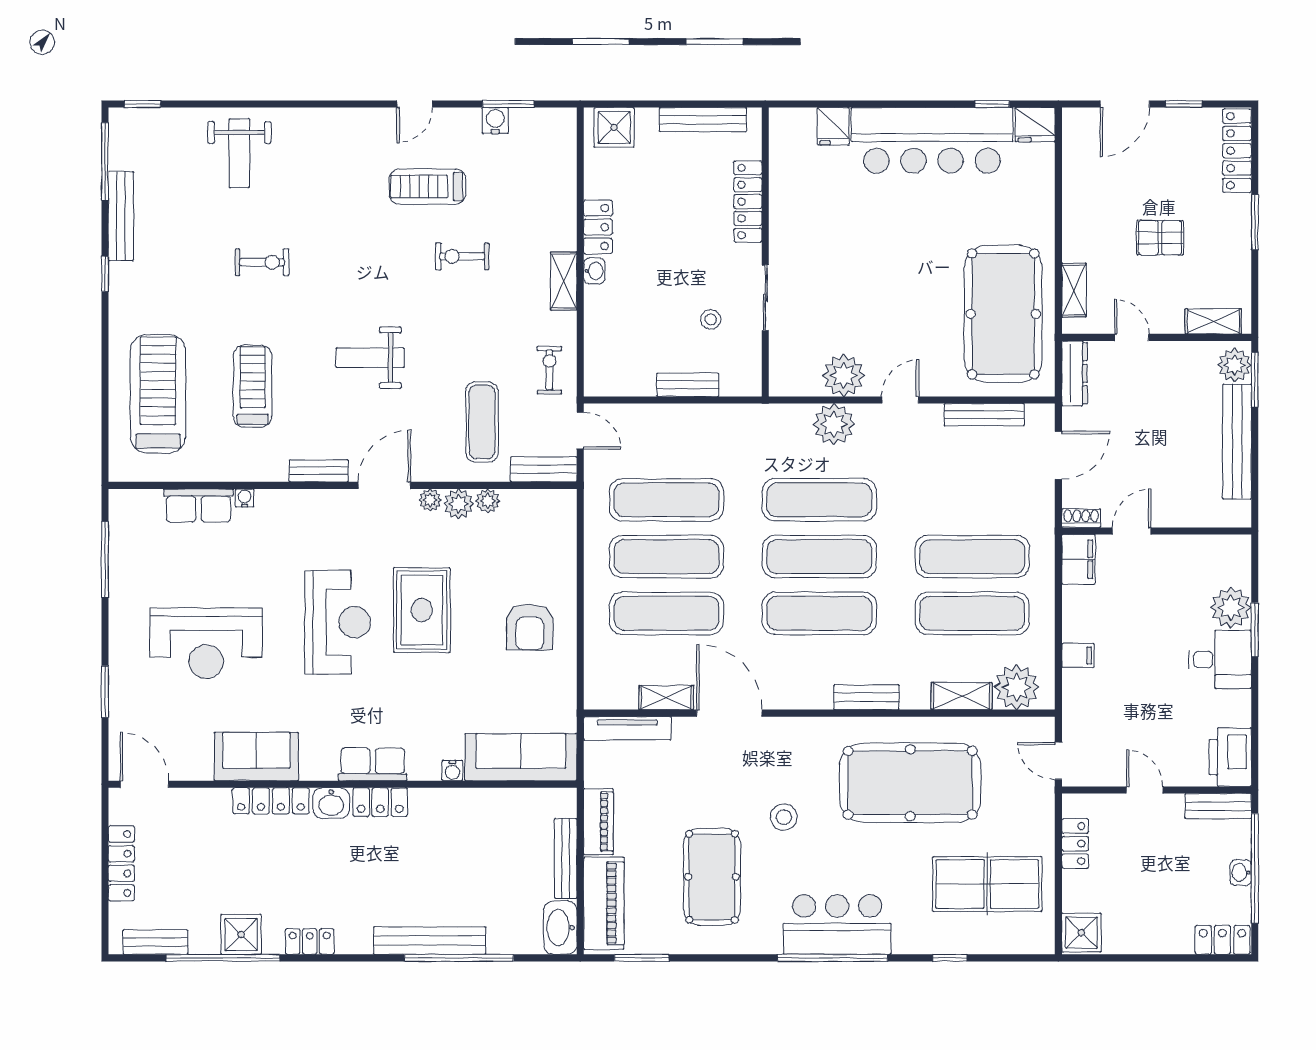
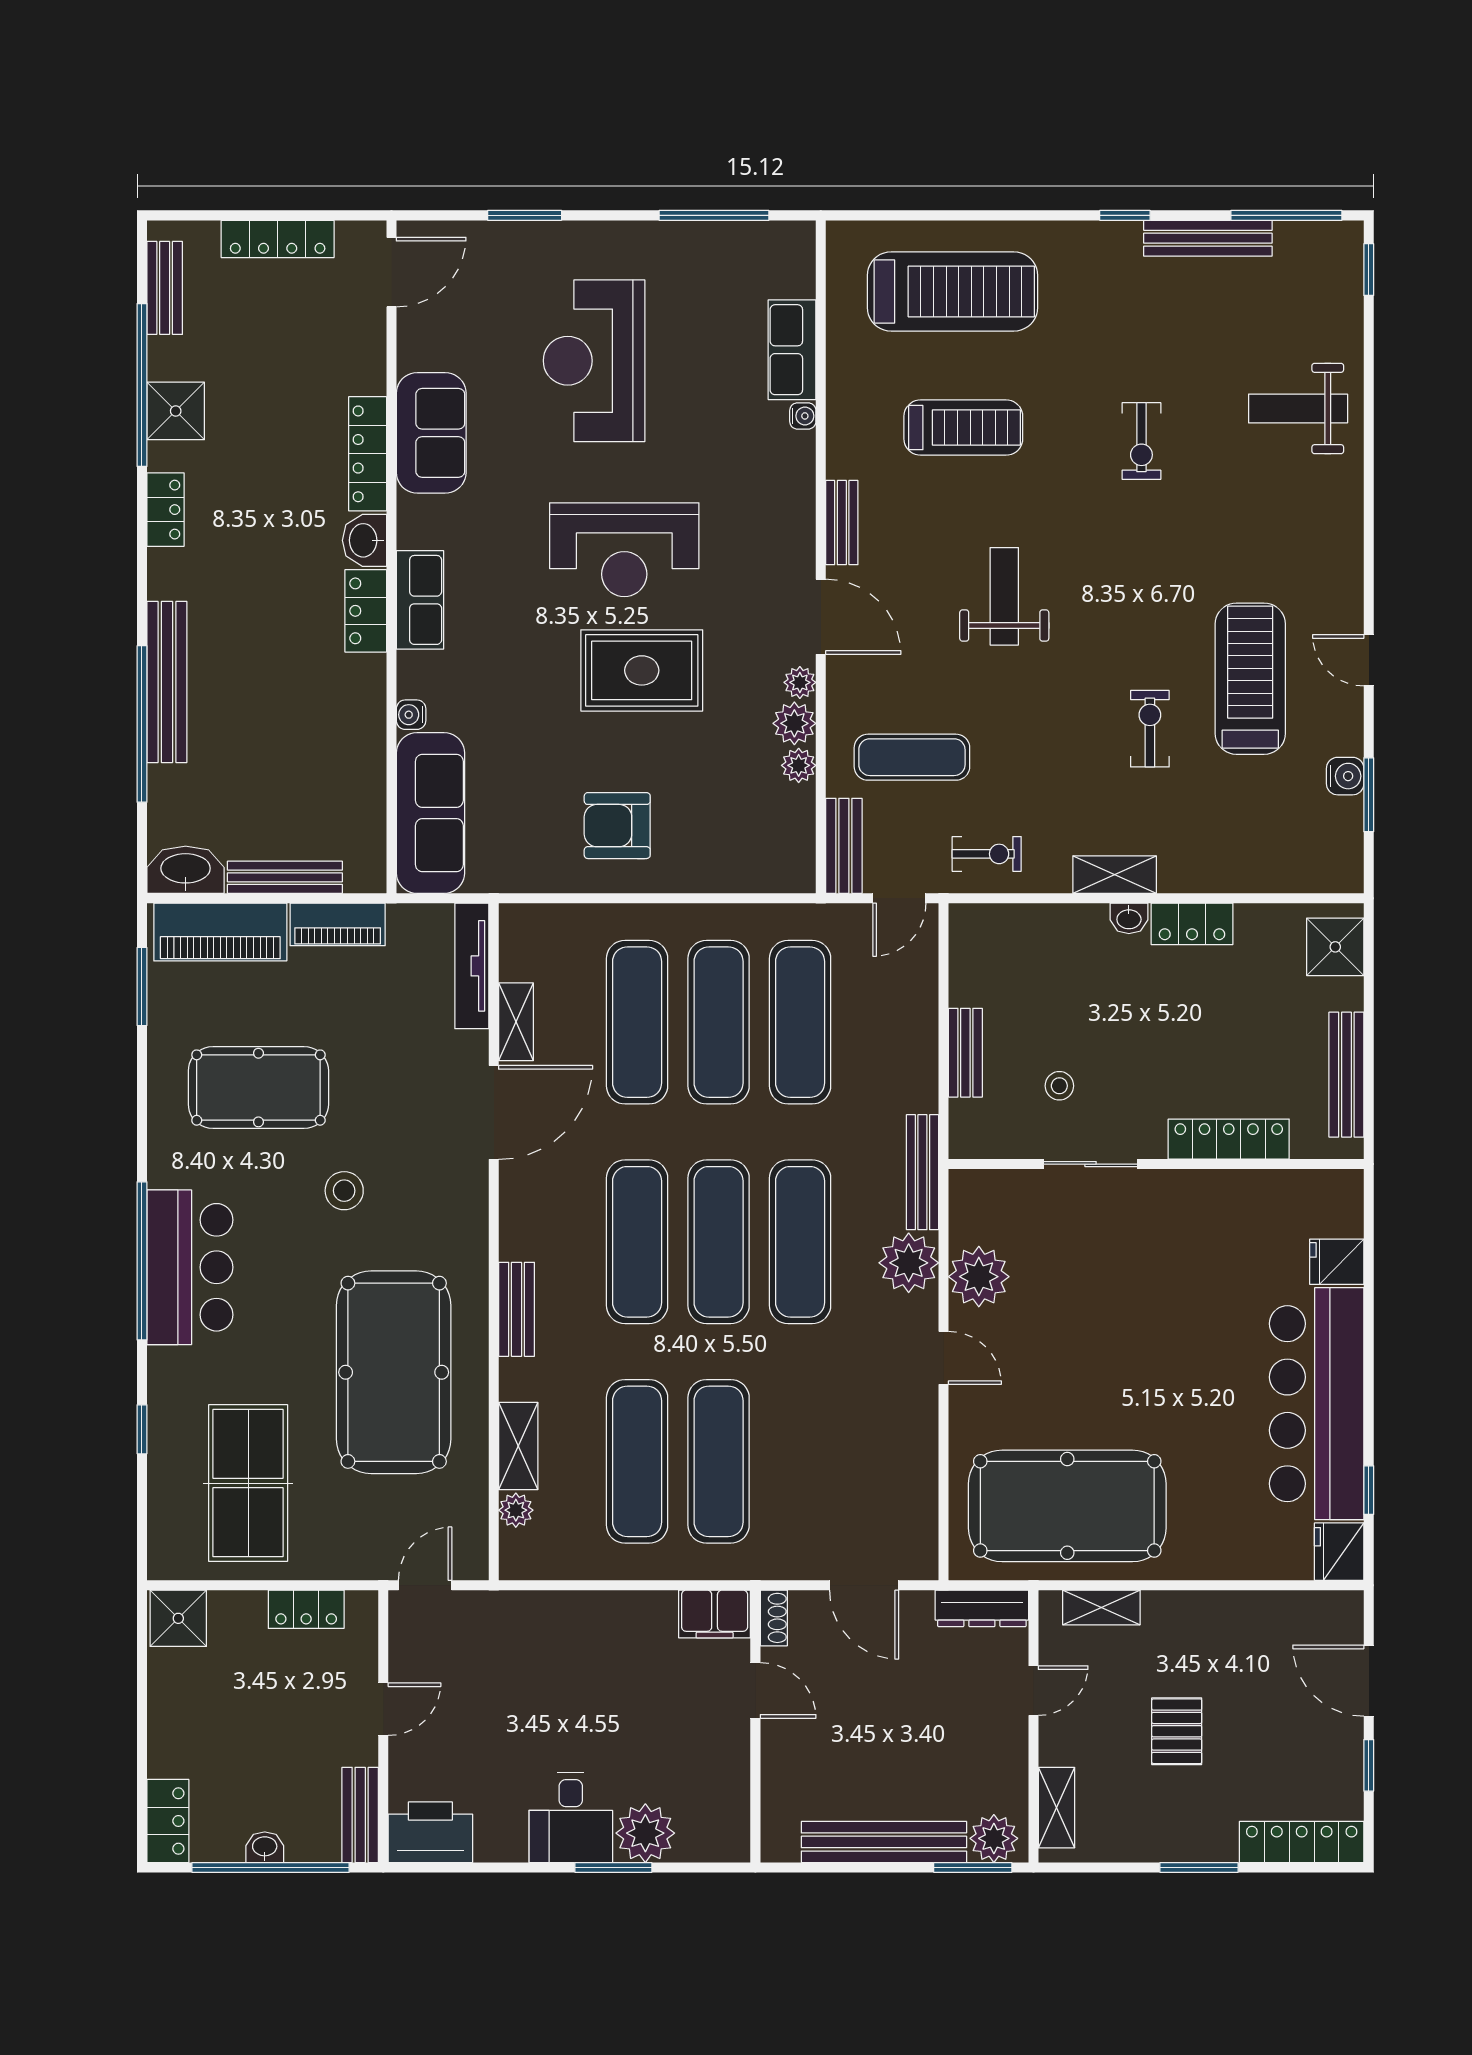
treadmill: (427, 187) -> (1250, 679), width x1.37, depth x1.38
bench: (984, 415) -> (922, 1172), moved
filing cabinet: (1078, 655) -> (576, 1613), removed
plant: (1017, 687) -> (516, 1510), width x0.53, depth x0.53

